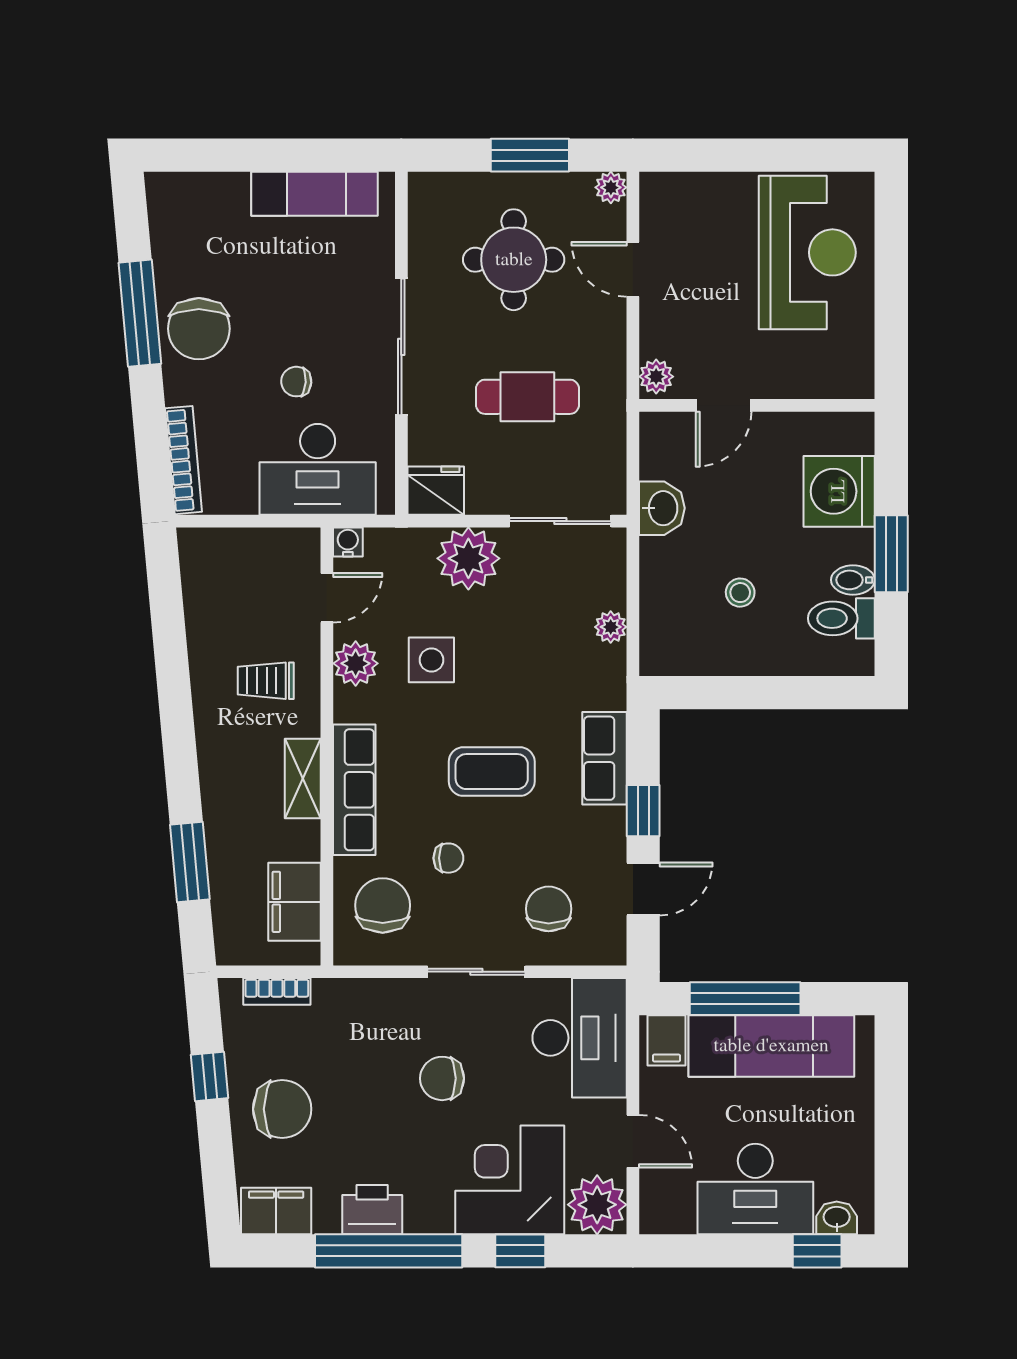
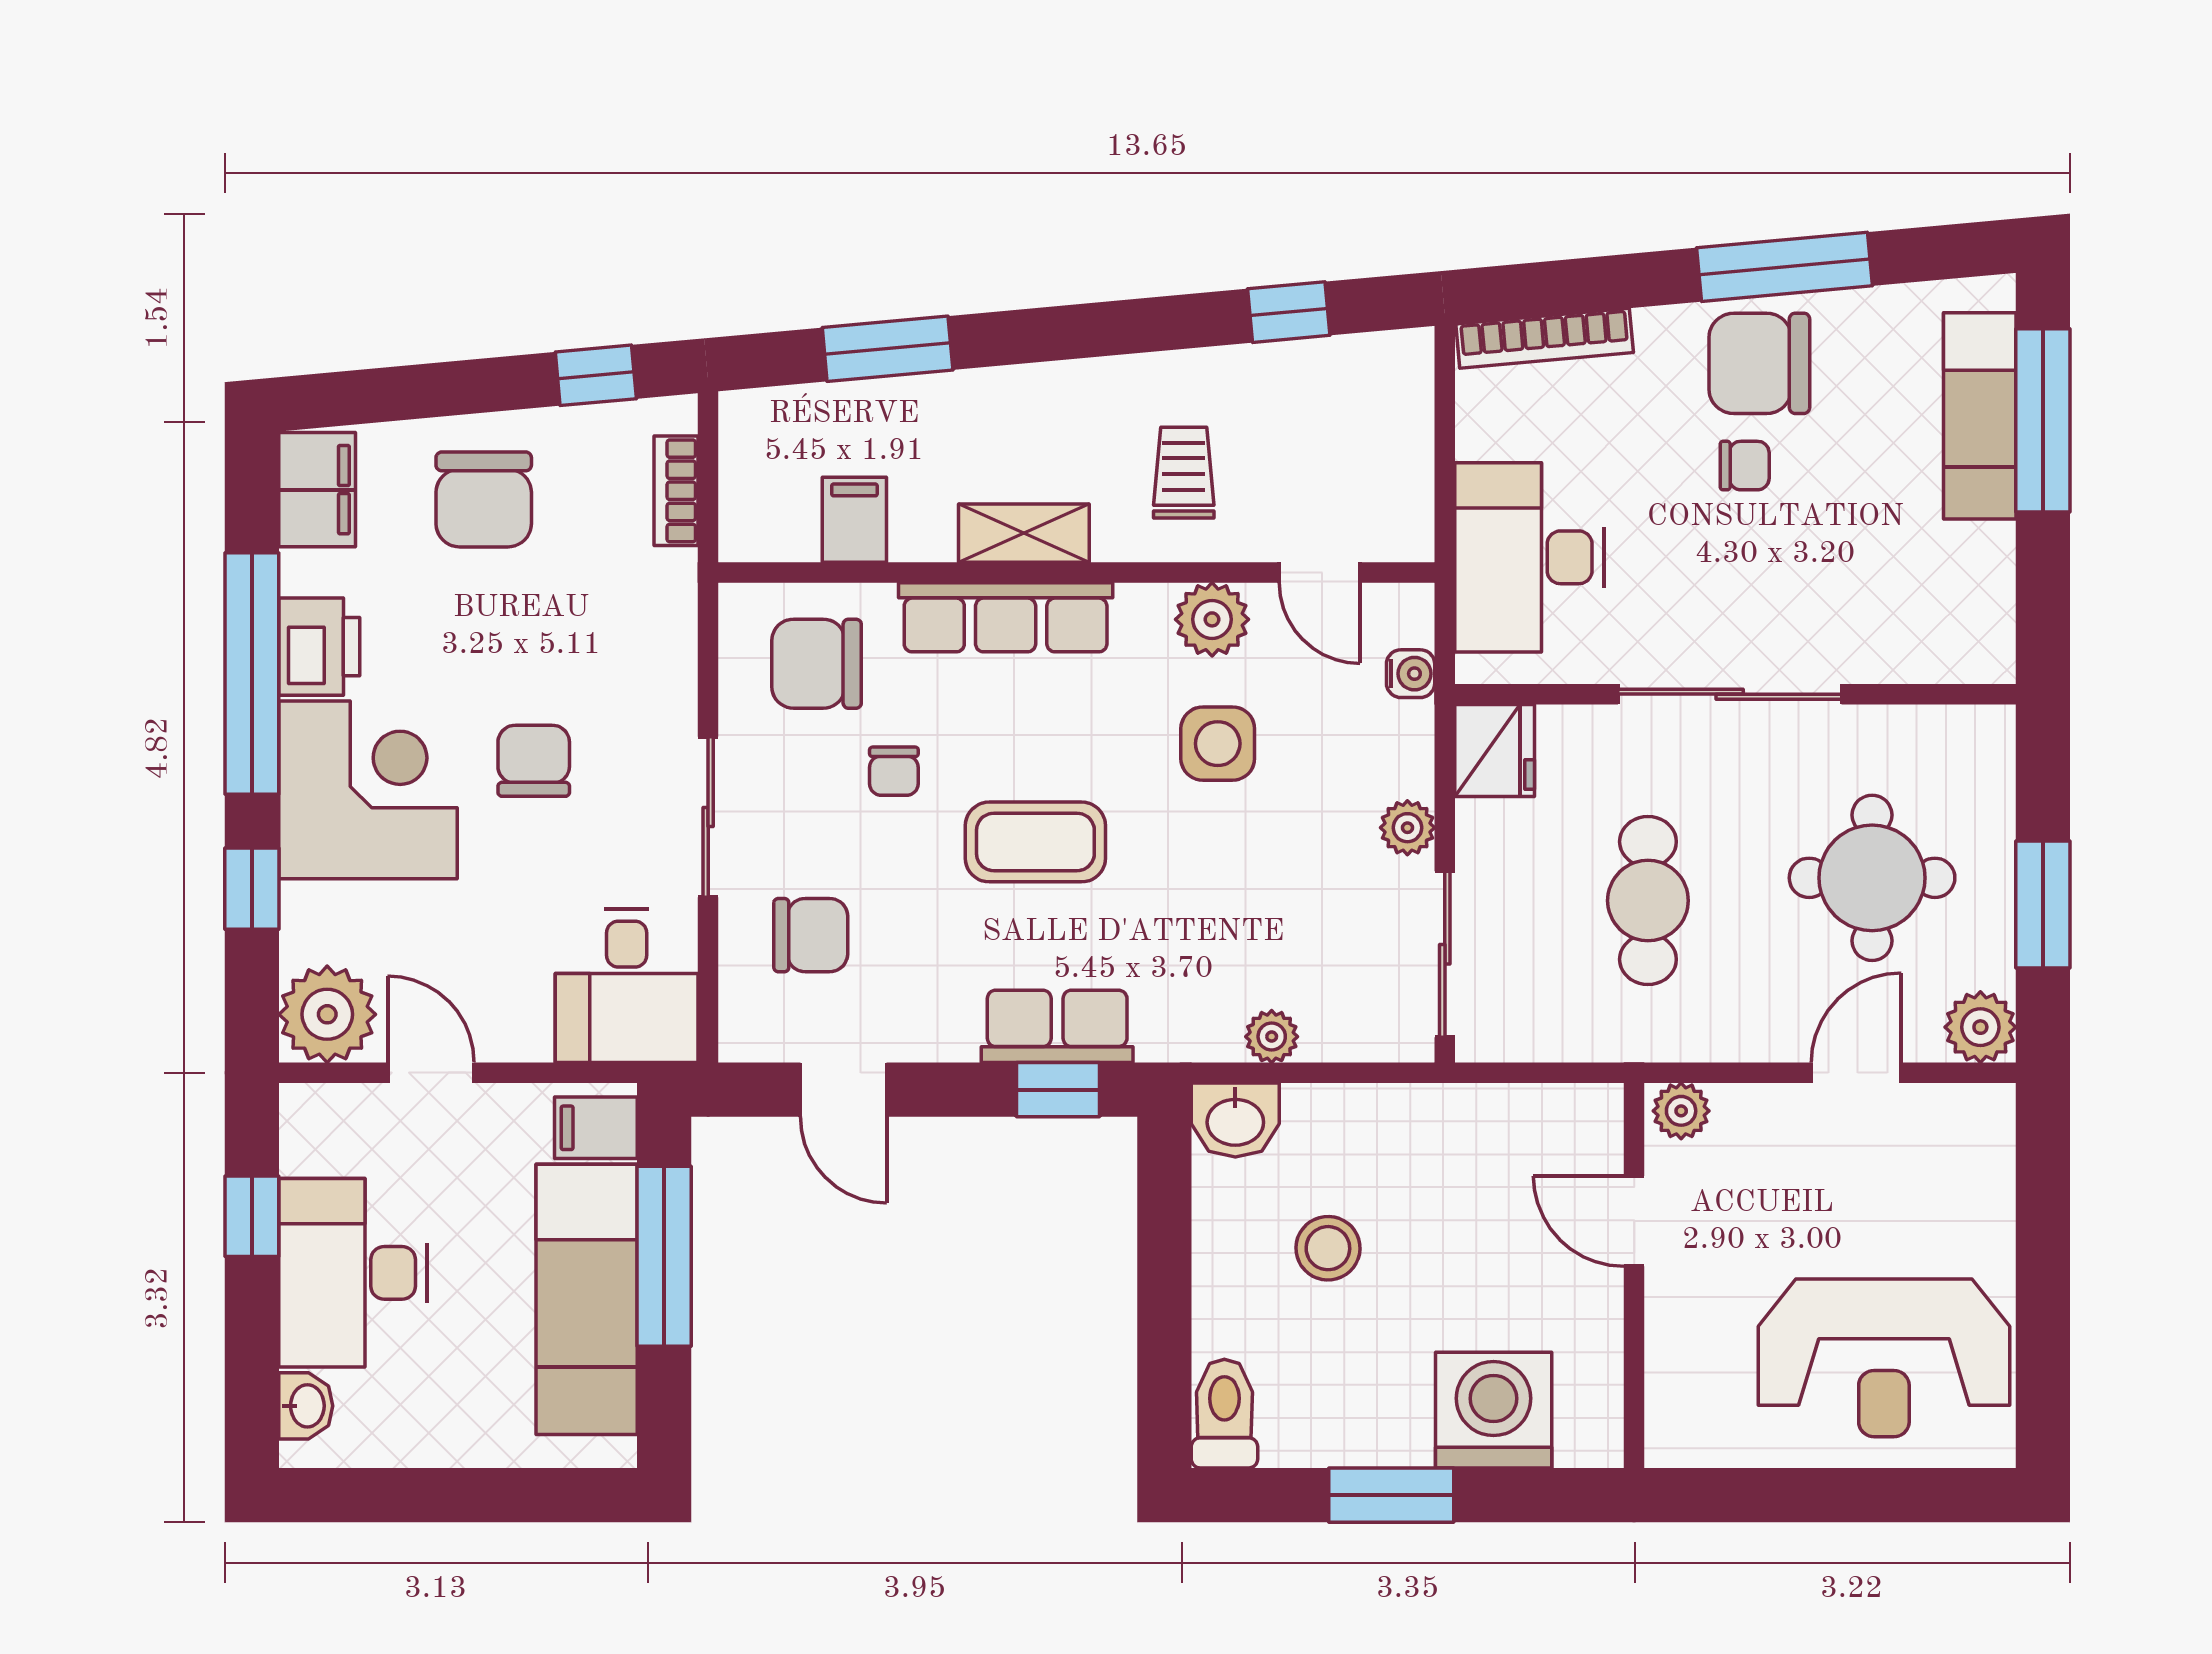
window: (234, 155) -> (2043, 420), added
plant: (611, 187) -> (1980, 1027), width x1.38, depth x1.38
exam couch: (315, 194) -> (1980, 416), moved
chair: (296, 382) -> (1745, 466), moved, turned 86
washbasin: (662, 508) -> (1235, 1120), moved
water cooler: (348, 542) -> (1411, 674), moved
plant: (468, 558) -> (1407, 828), width x0.53, depth x0.53
bidet: (853, 580) -> (1349, 1433), removed
stool: (740, 593) -> (1328, 1248), width x1.37, depth x1.37
window: (168, 617) -> (1289, 312), added
toilet: (841, 618) -> (1224, 1414), moved
coffee table: (492, 772) -> (1035, 842), turned 90
window: (643, 811) -> (1058, 1090), moved
filing cabinet: (295, 902) -> (854, 520), width x0.50
chair: (383, 905) -> (816, 664), turned 180
desk: (580, 1038) -> (627, 986), width x0.73
window: (210, 1076) -> (596, 375), moved
door: (633, 1141) -> (431, 1073), swing flipped
corner desk: (510, 1180) -> (368, 790), moved
window: (817, 1251) -> (252, 1216), moved

